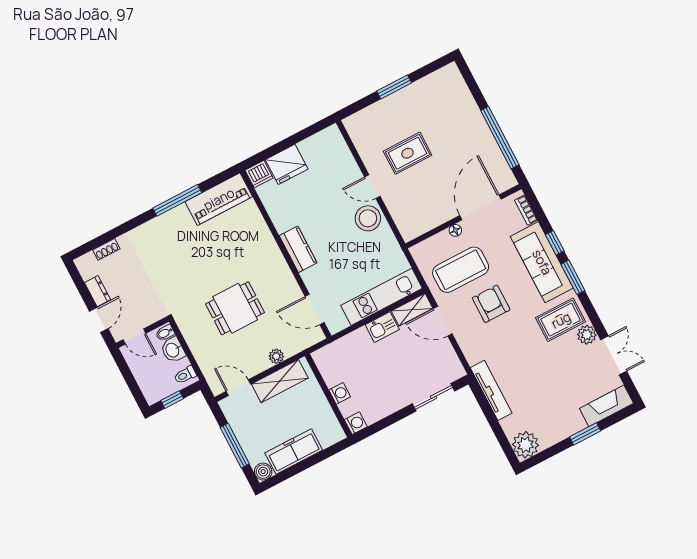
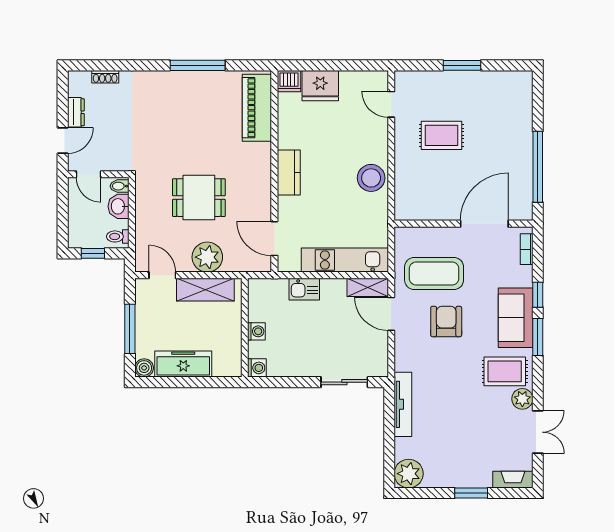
door: (372, 187) -> (391, 104), moved
piano: (219, 199) -> (257, 108), moved, turned 90
floor lamp: (455, 230) -> (449, 233), removed
sofa: (542, 262) -> (516, 318), width x0.73
kitchen sink: (382, 327) -> (304, 289), moved
plant: (276, 356) -> (207, 257), width x1.87, depth x1.87
fireplace: (606, 406) -> (513, 480), width x0.73, depth x0.76

